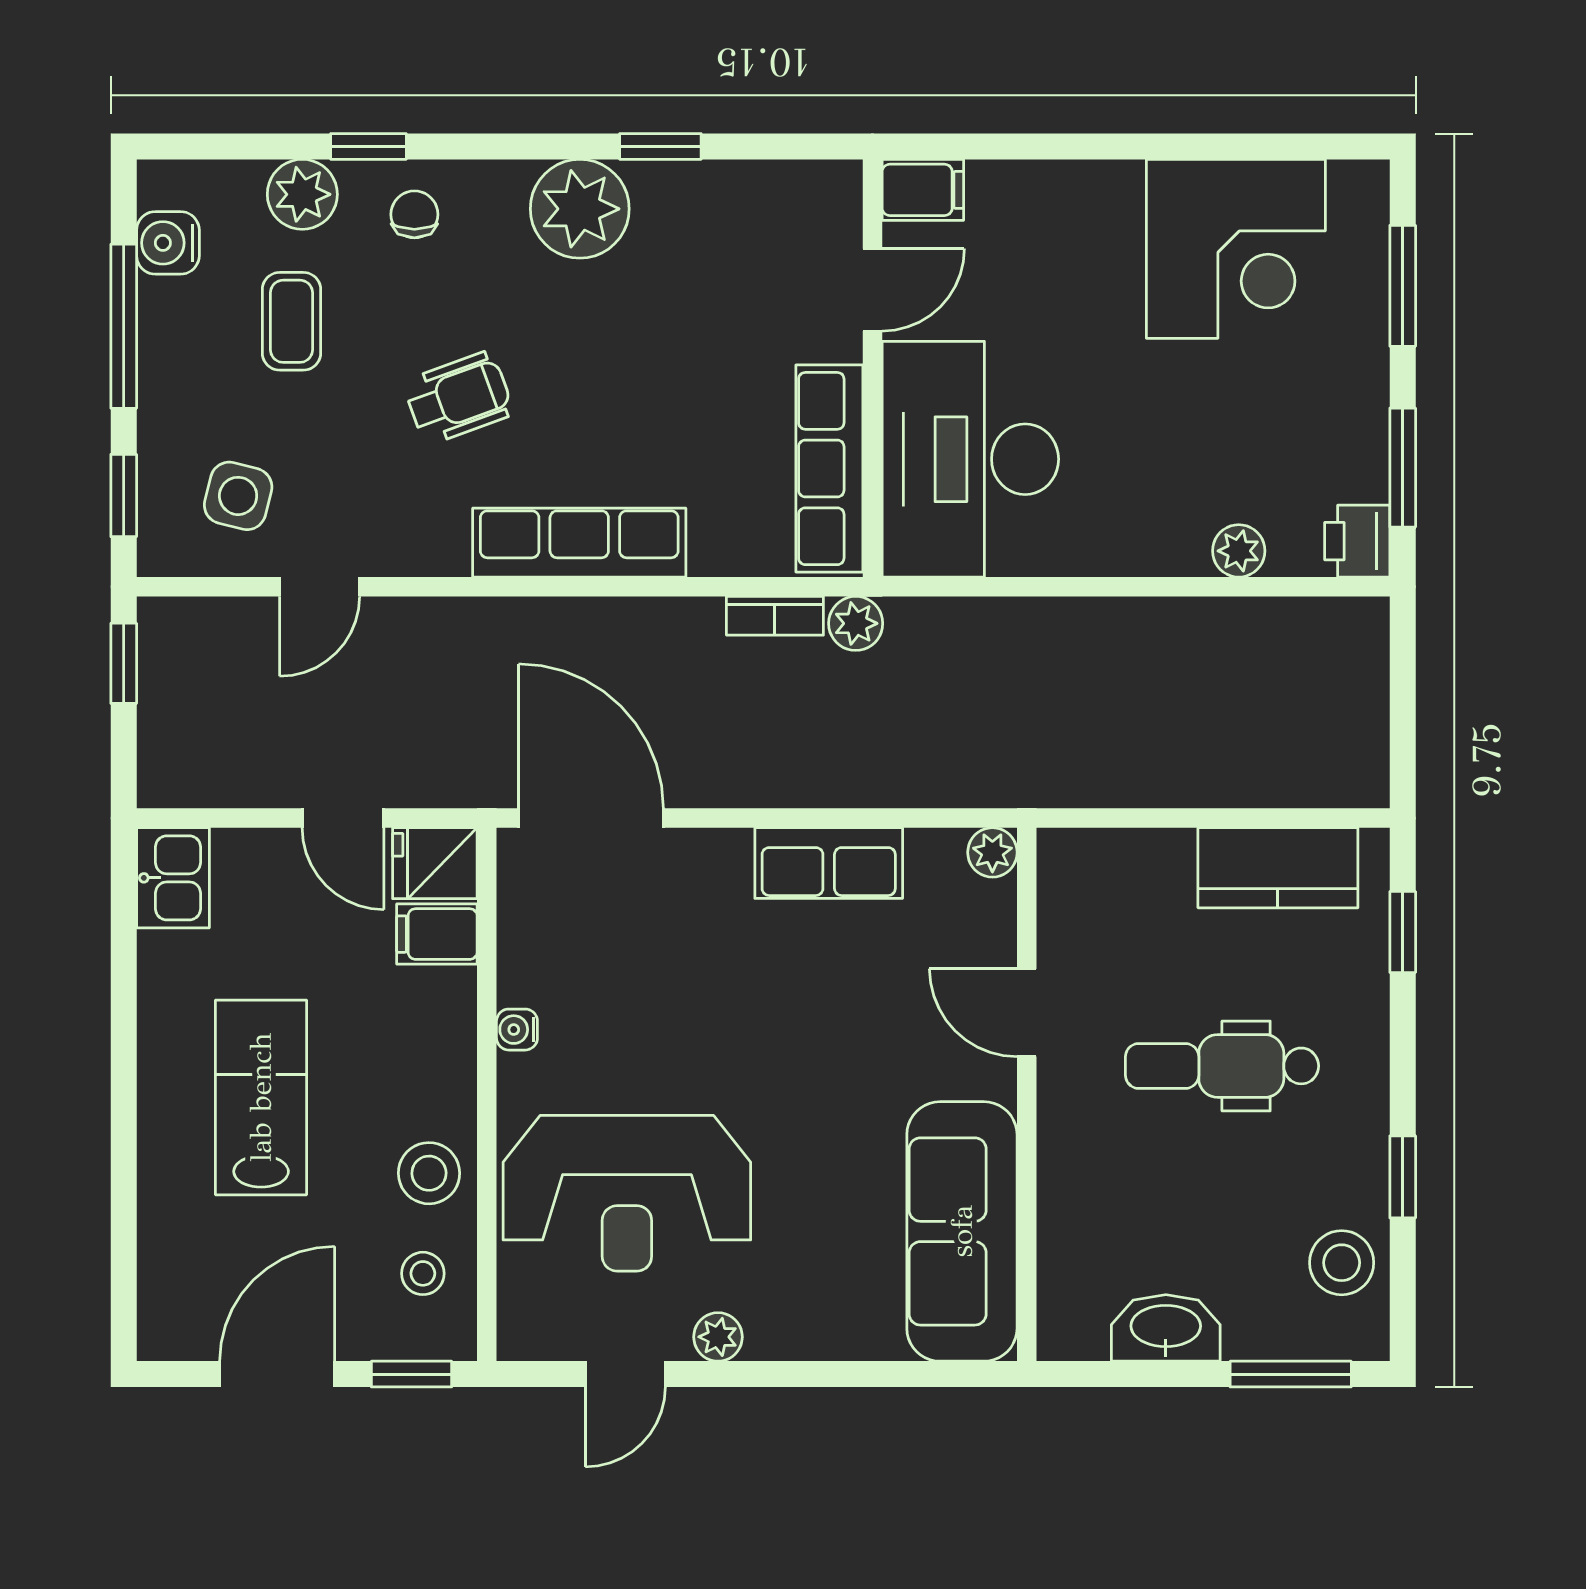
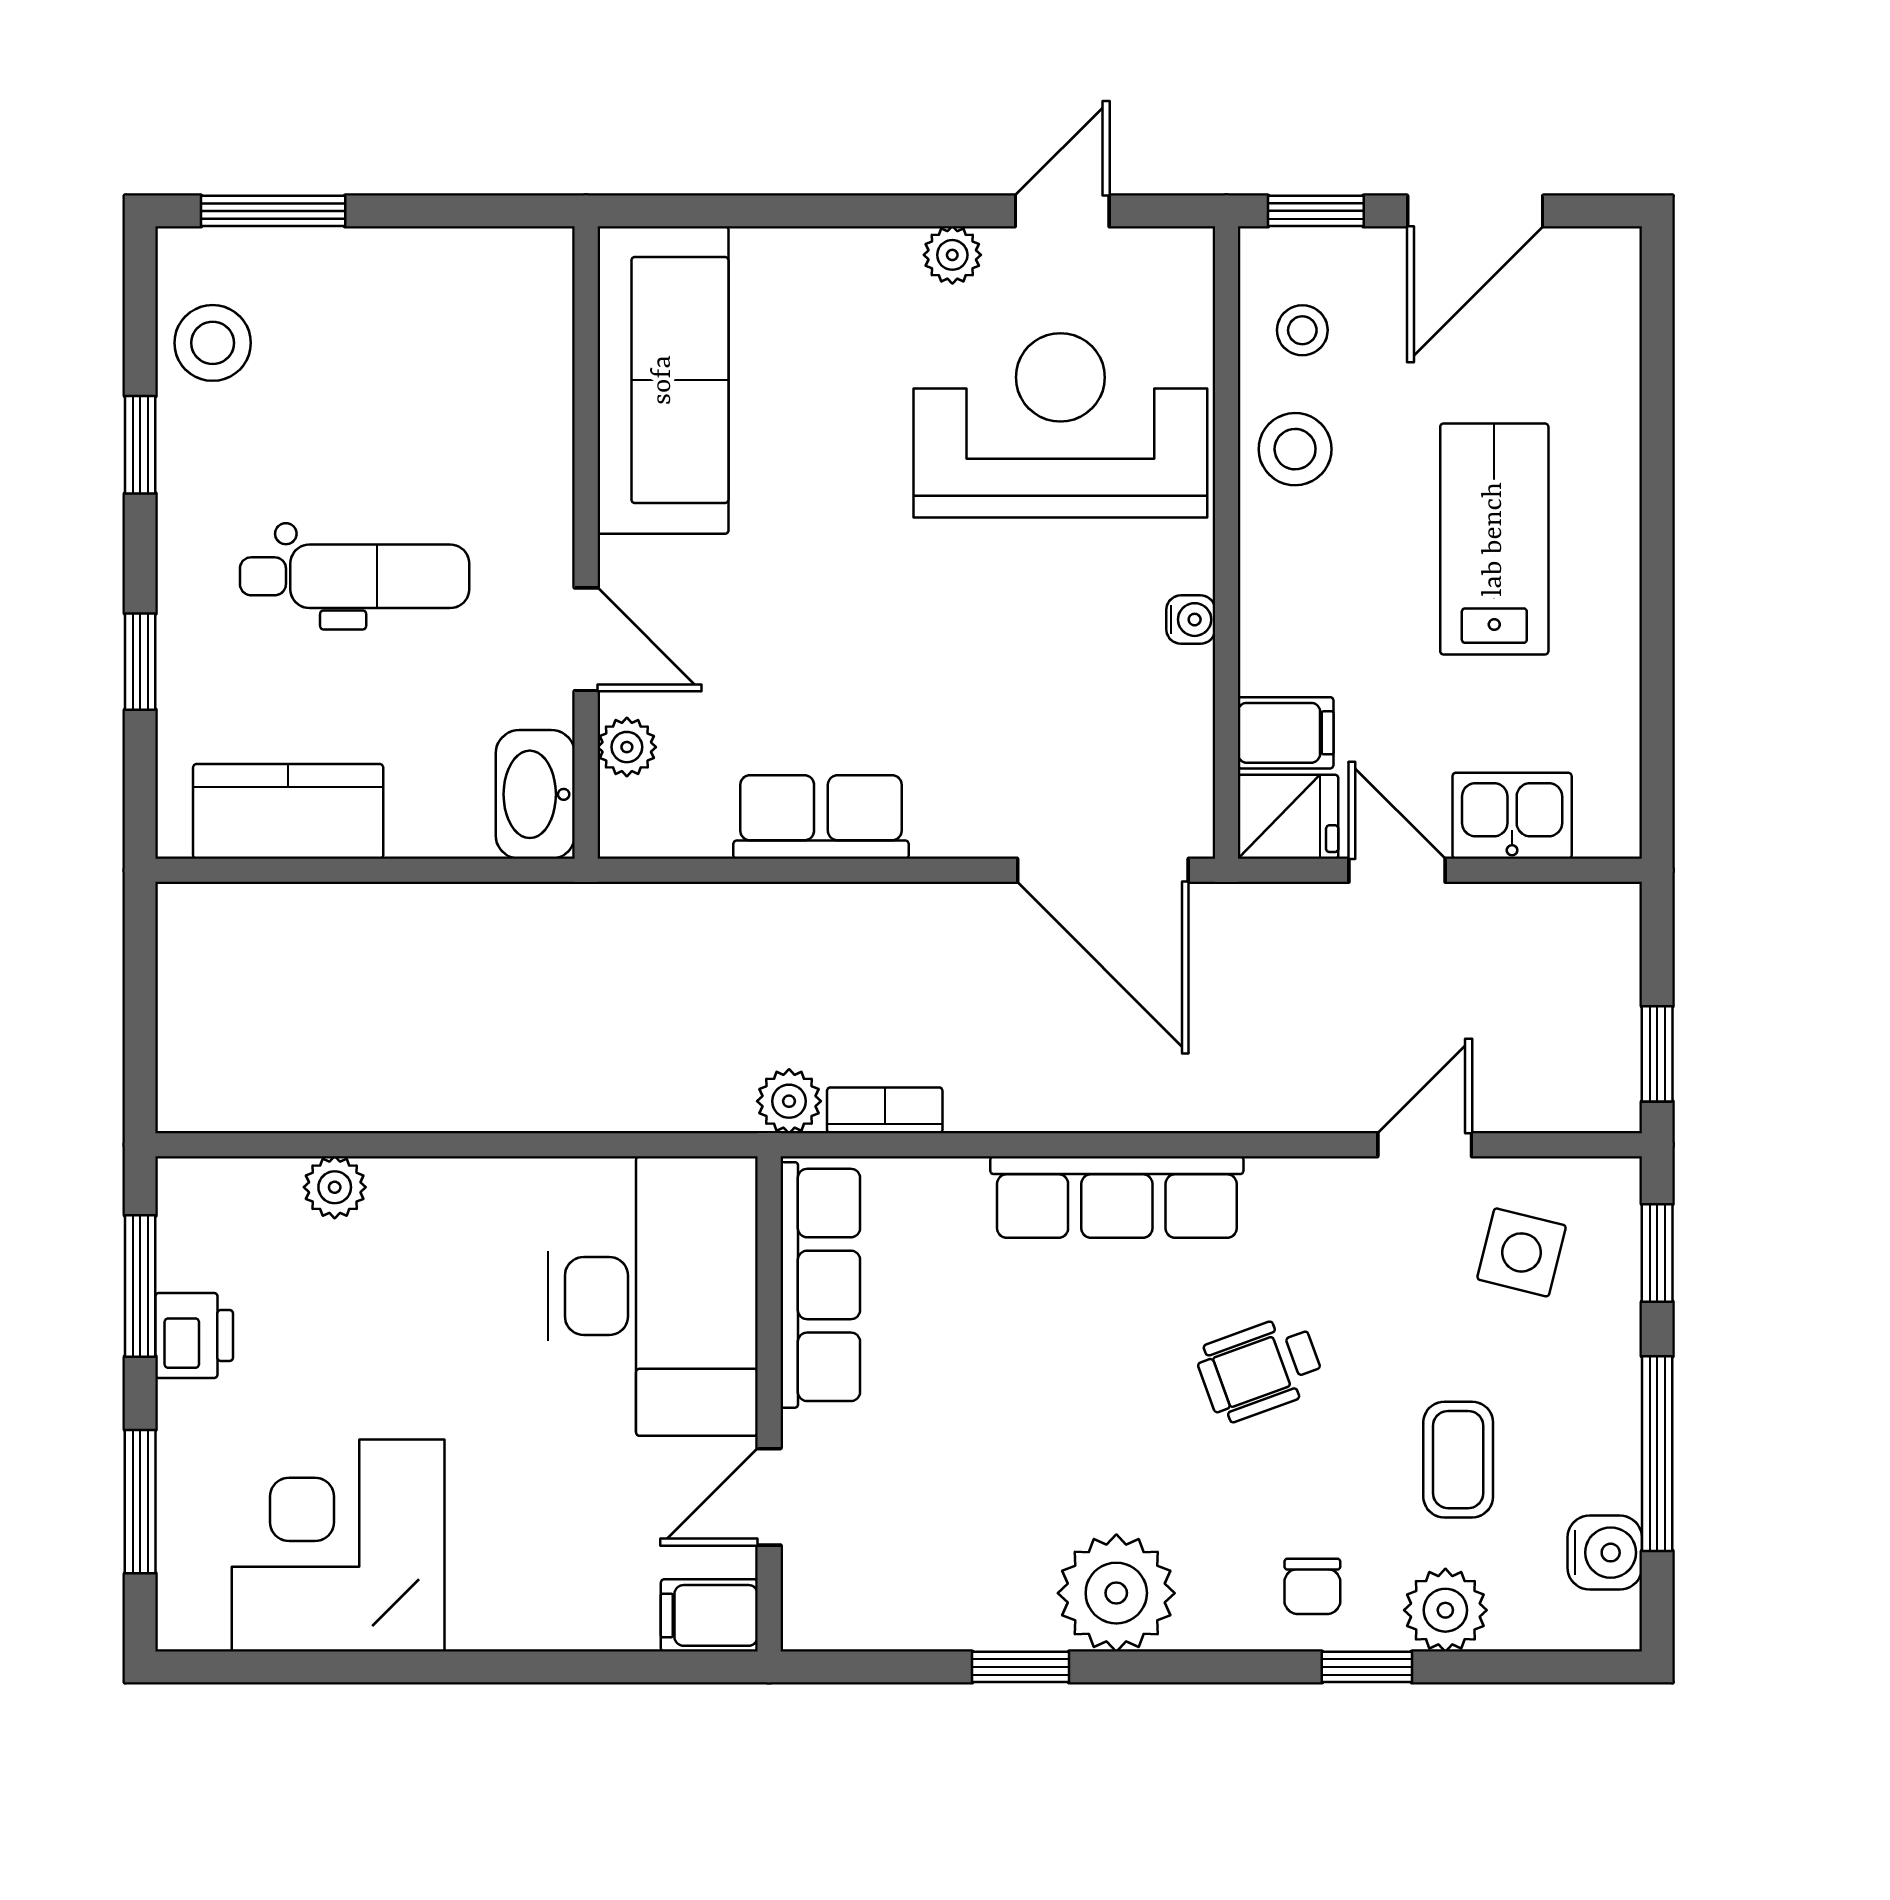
printer: (1357, 541) -> (194, 1335), moved
plant: (992, 852) -> (627, 747), moved
kitchen sink: (173, 878) -> (1512, 816), moved, turned 90
window: (1403, 932) -> (140, 662), moved
lab bench: (261, 1097) -> (1494, 539), turned 180
washbasin: (1166, 1328) -> (535, 794), moved, turned 90

